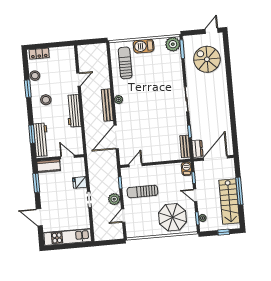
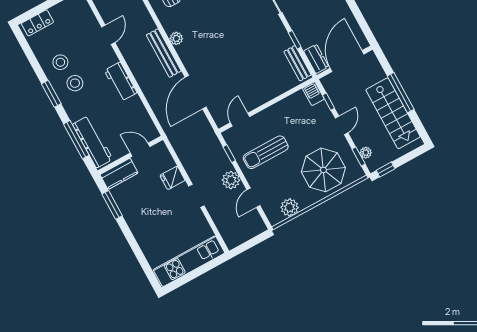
stool: (35, 76) -> (60, 62), moved
window: (28, 89) -> (51, 94), moved
workbench: (74, 111) -> (121, 82), width x0.73
window: (32, 134) -> (76, 140), width x1.44
door: (195, 195) -> (342, 125), swing flipped
door: (39, 217) -> (137, 251), removed
plant: (142, 231) -> (290, 207), added
window: (224, 232) -> (386, 169), moved

